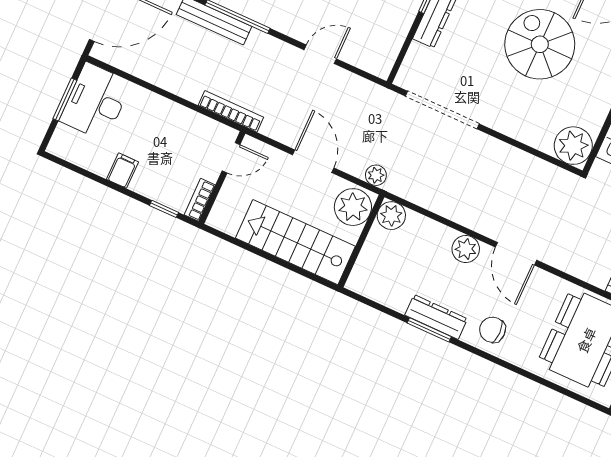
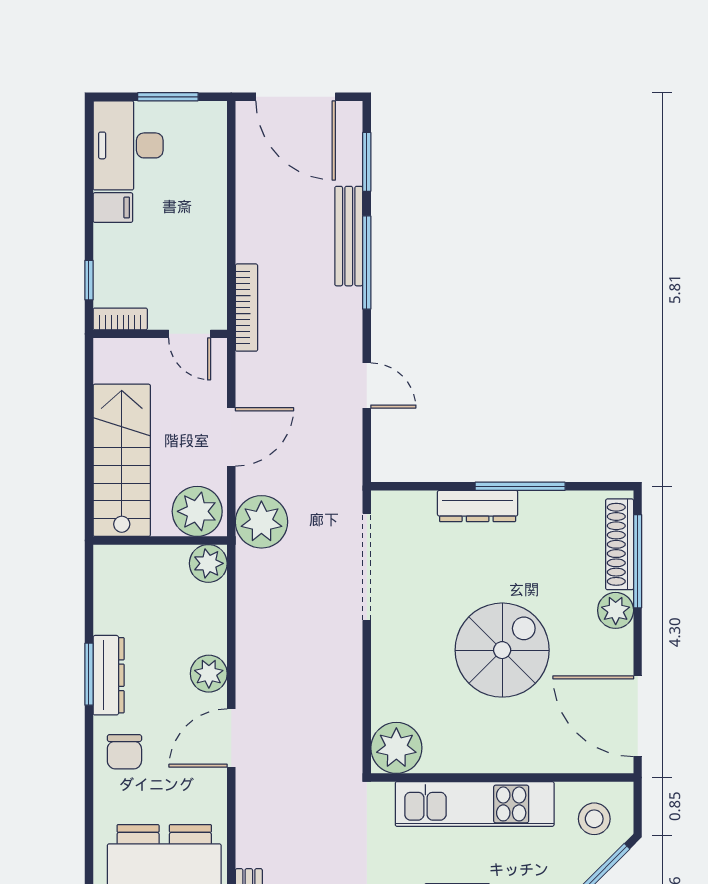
desk: (96, 102) -> (128, 145), moved, turned -90
plant: (376, 175) -> (261, 522), width x1.87, depth x1.87
chair: (492, 330) -> (124, 752), turned 180

